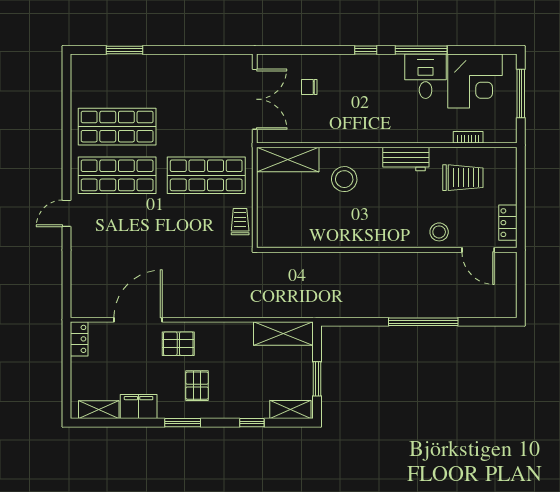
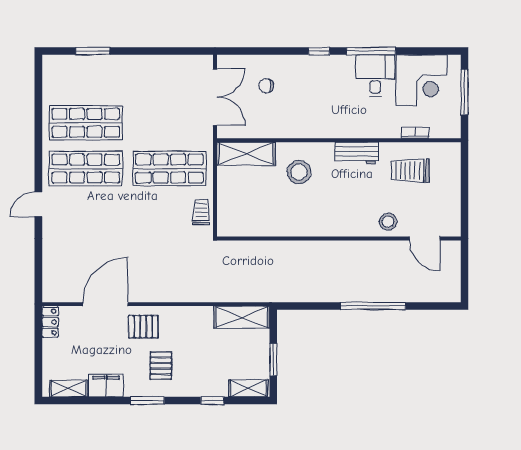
trolley: (463, 178) -> (410, 171), turned 180
locker: (508, 223) -> (452, 213), removed

